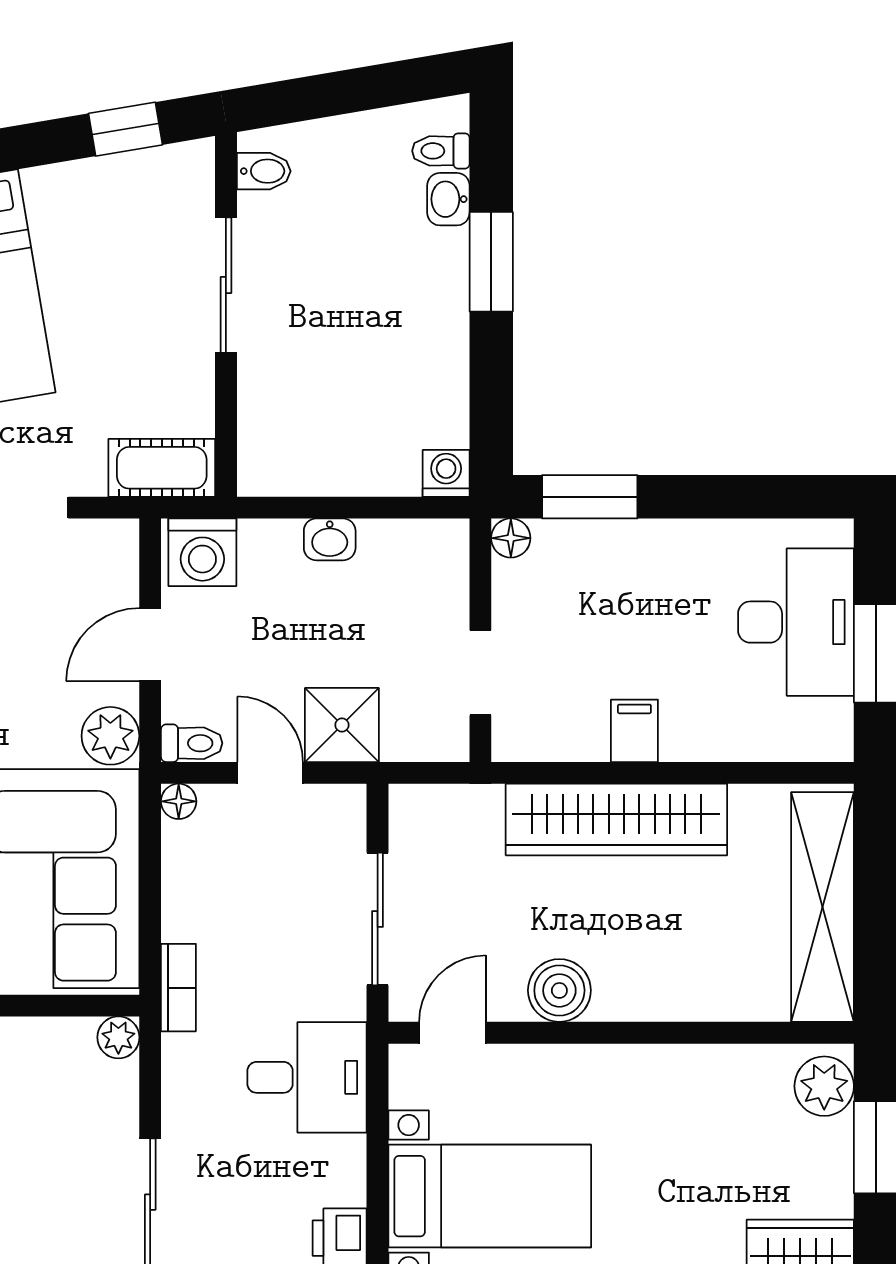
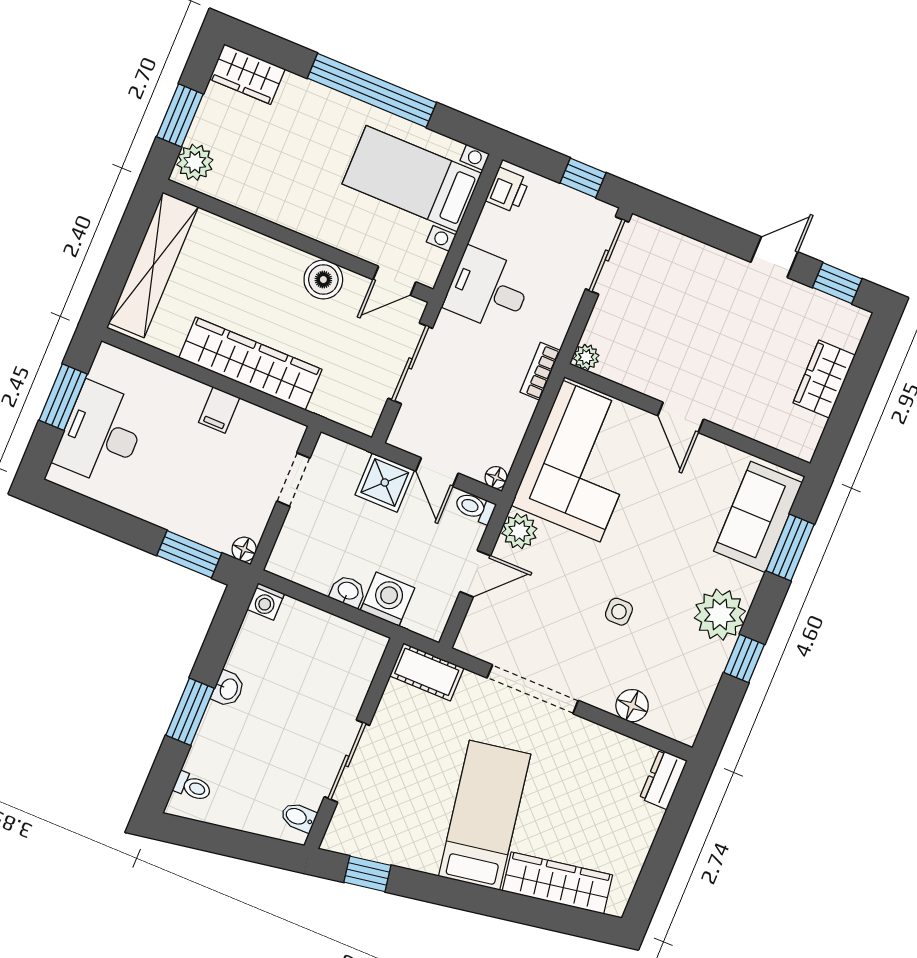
washbasin: (448, 199) -> (228, 689), moved
washing machine: (202, 552) -> (387, 599), moved

